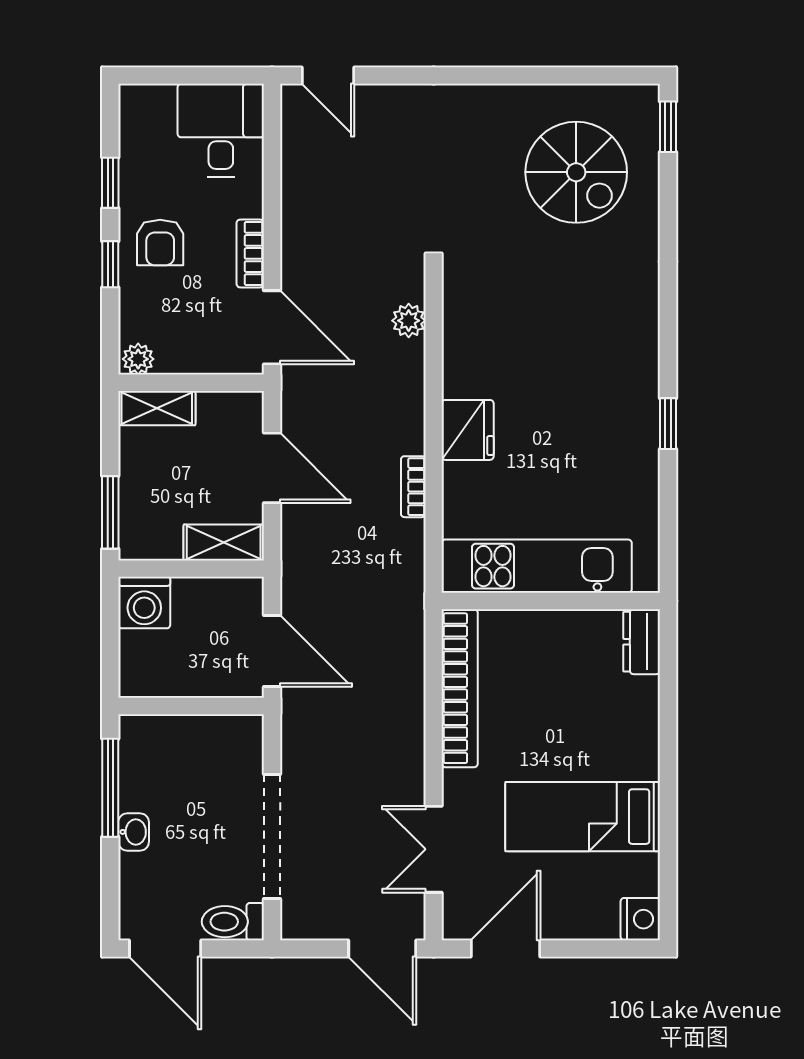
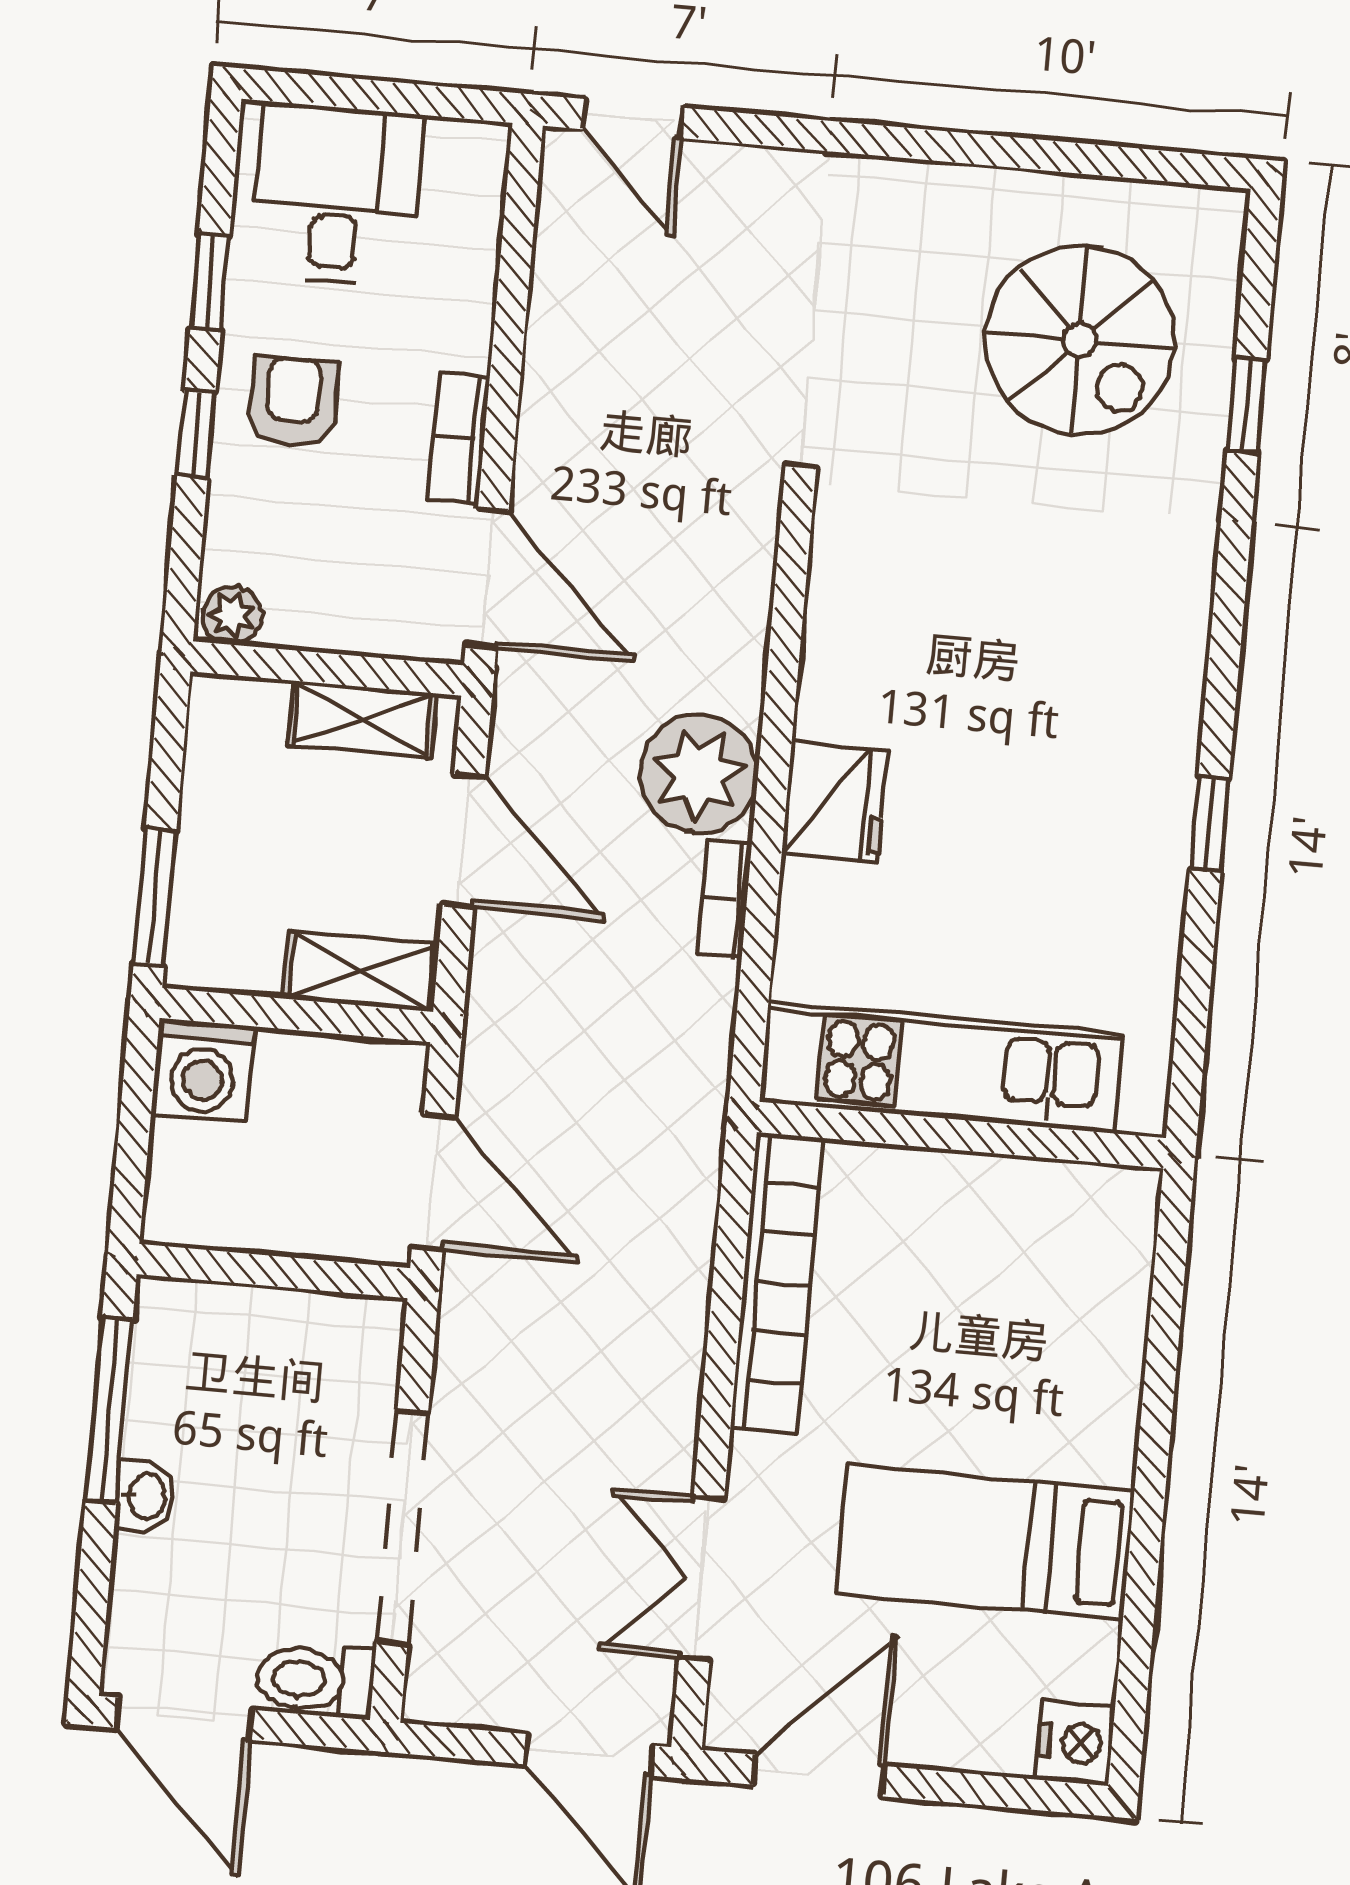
window: (668, 127) -> (1247, 405), moved
desk: (221, 130) -> (337, 195), moved
armchair: (160, 242) -> (293, 402), turned 180
plant: (409, 321) -> (699, 774), moved, width x1.88, depth x1.88
shelving: (157, 408) -> (362, 719), moved
dresser: (642, 642) -> (1124, 1226), removed

